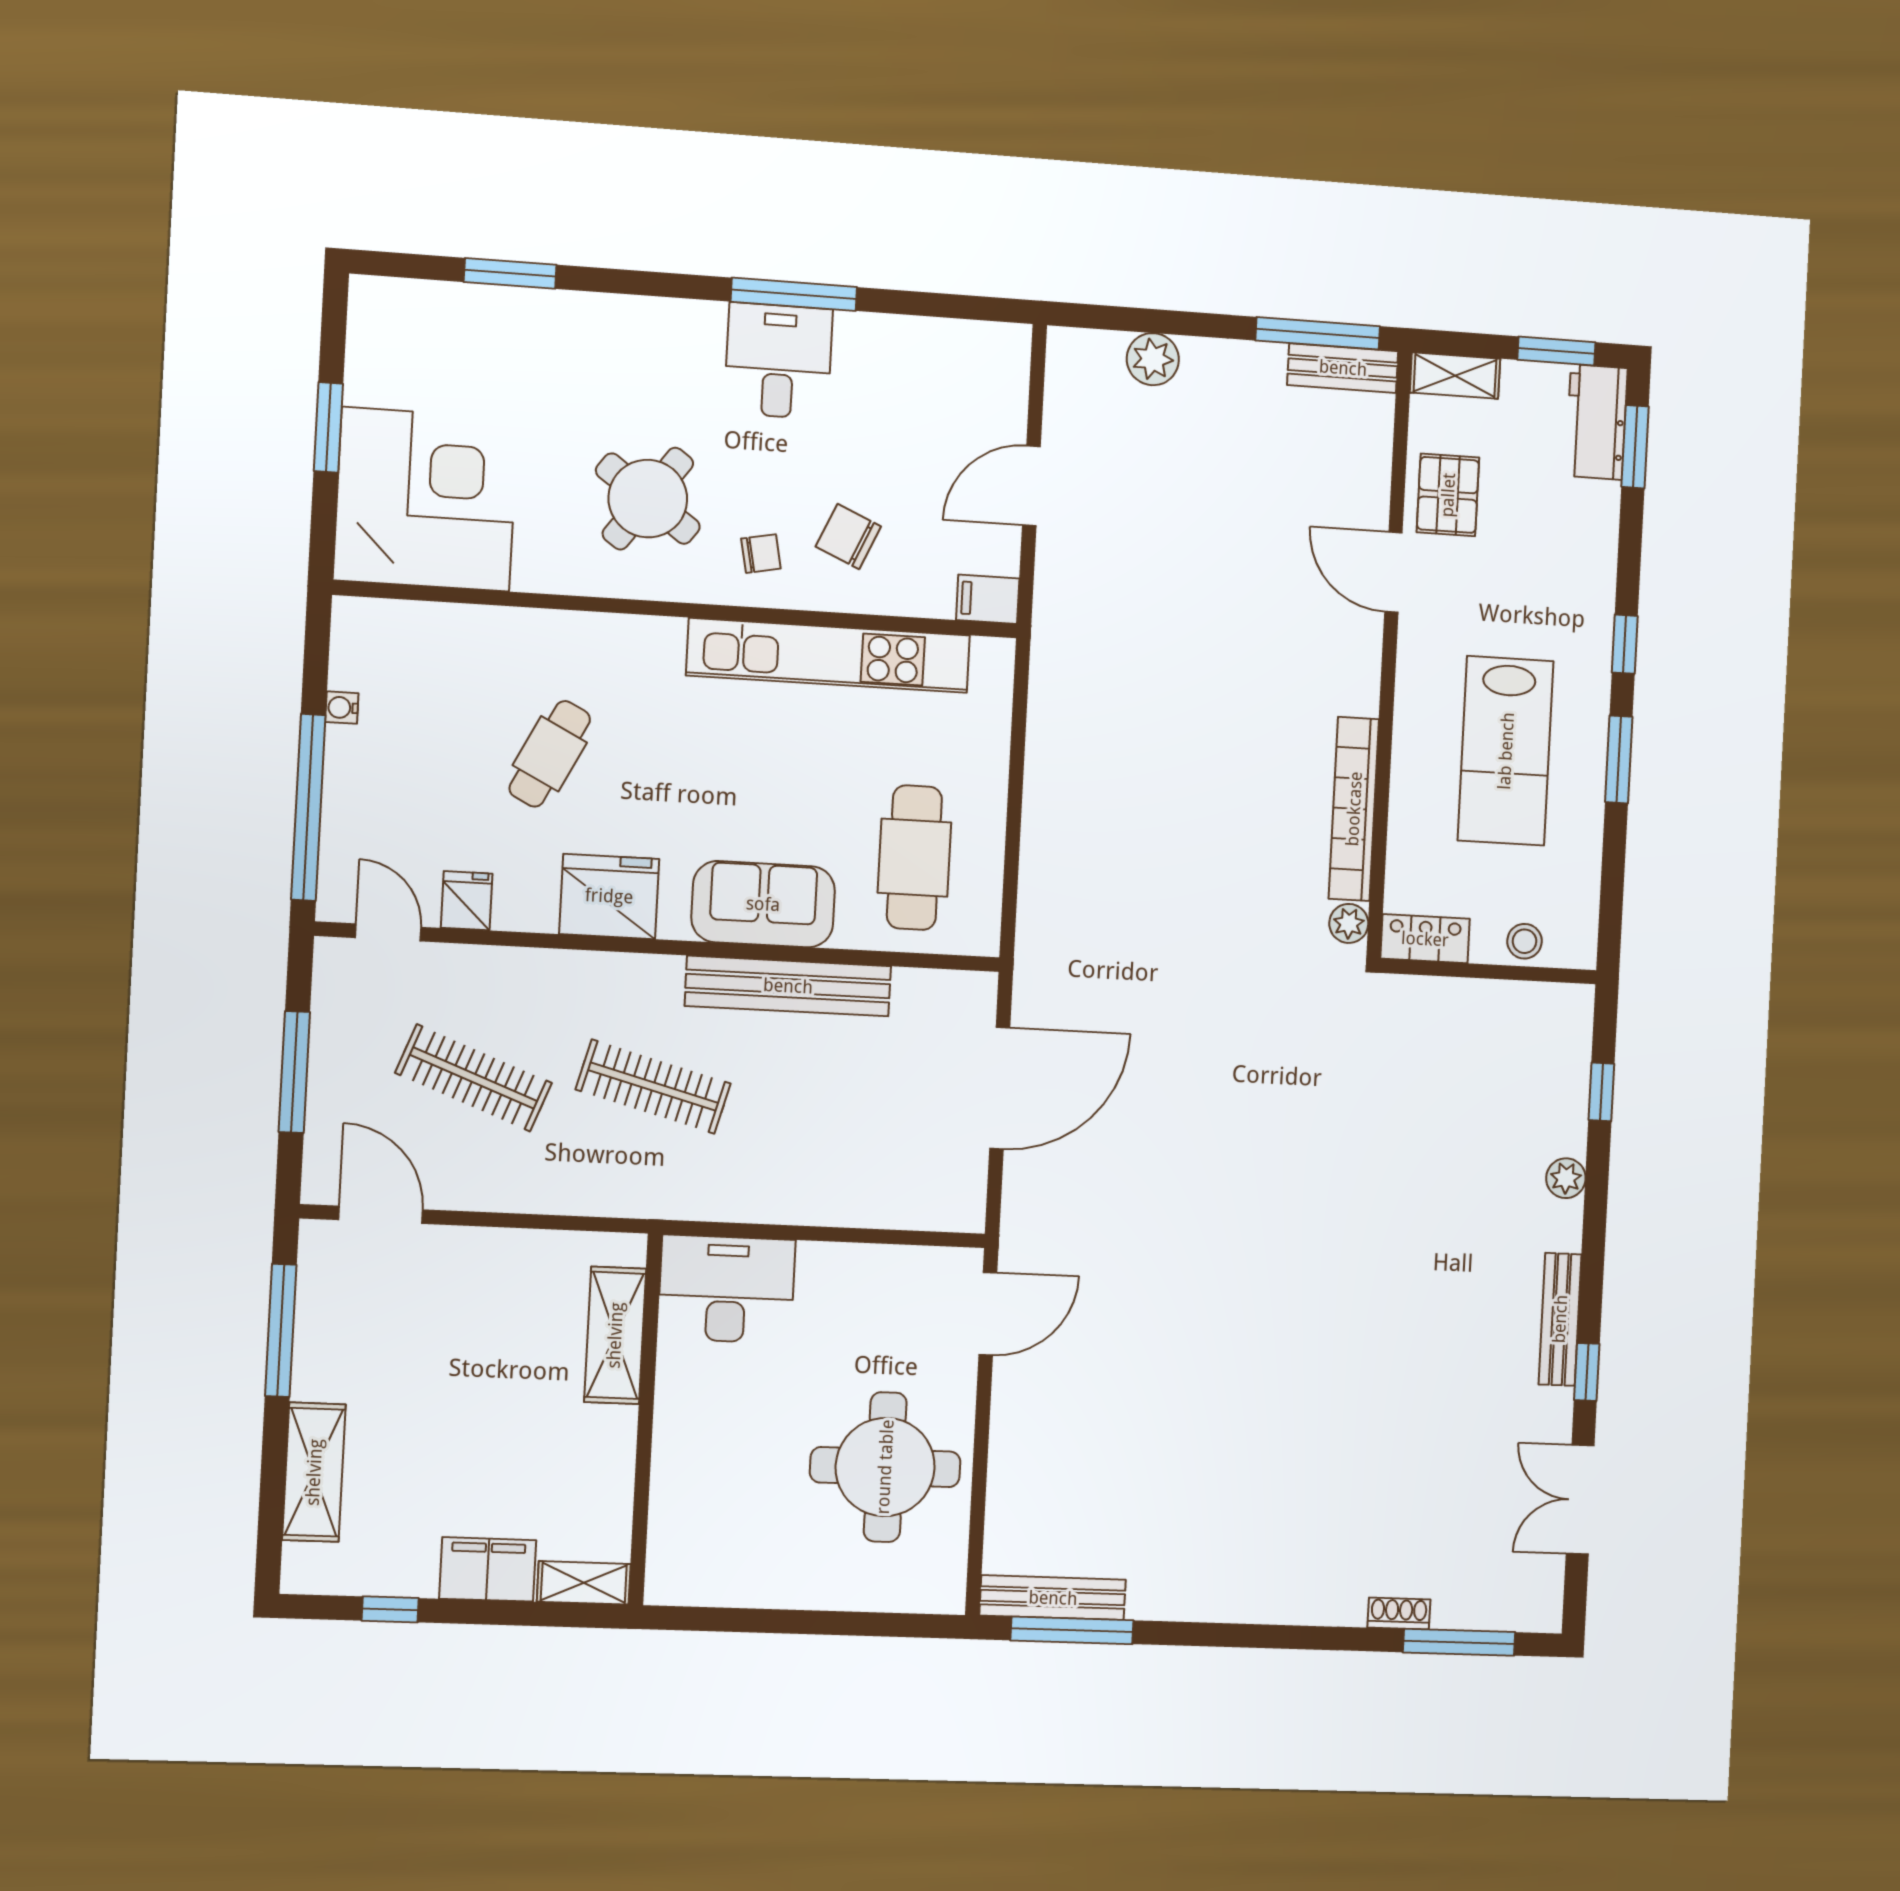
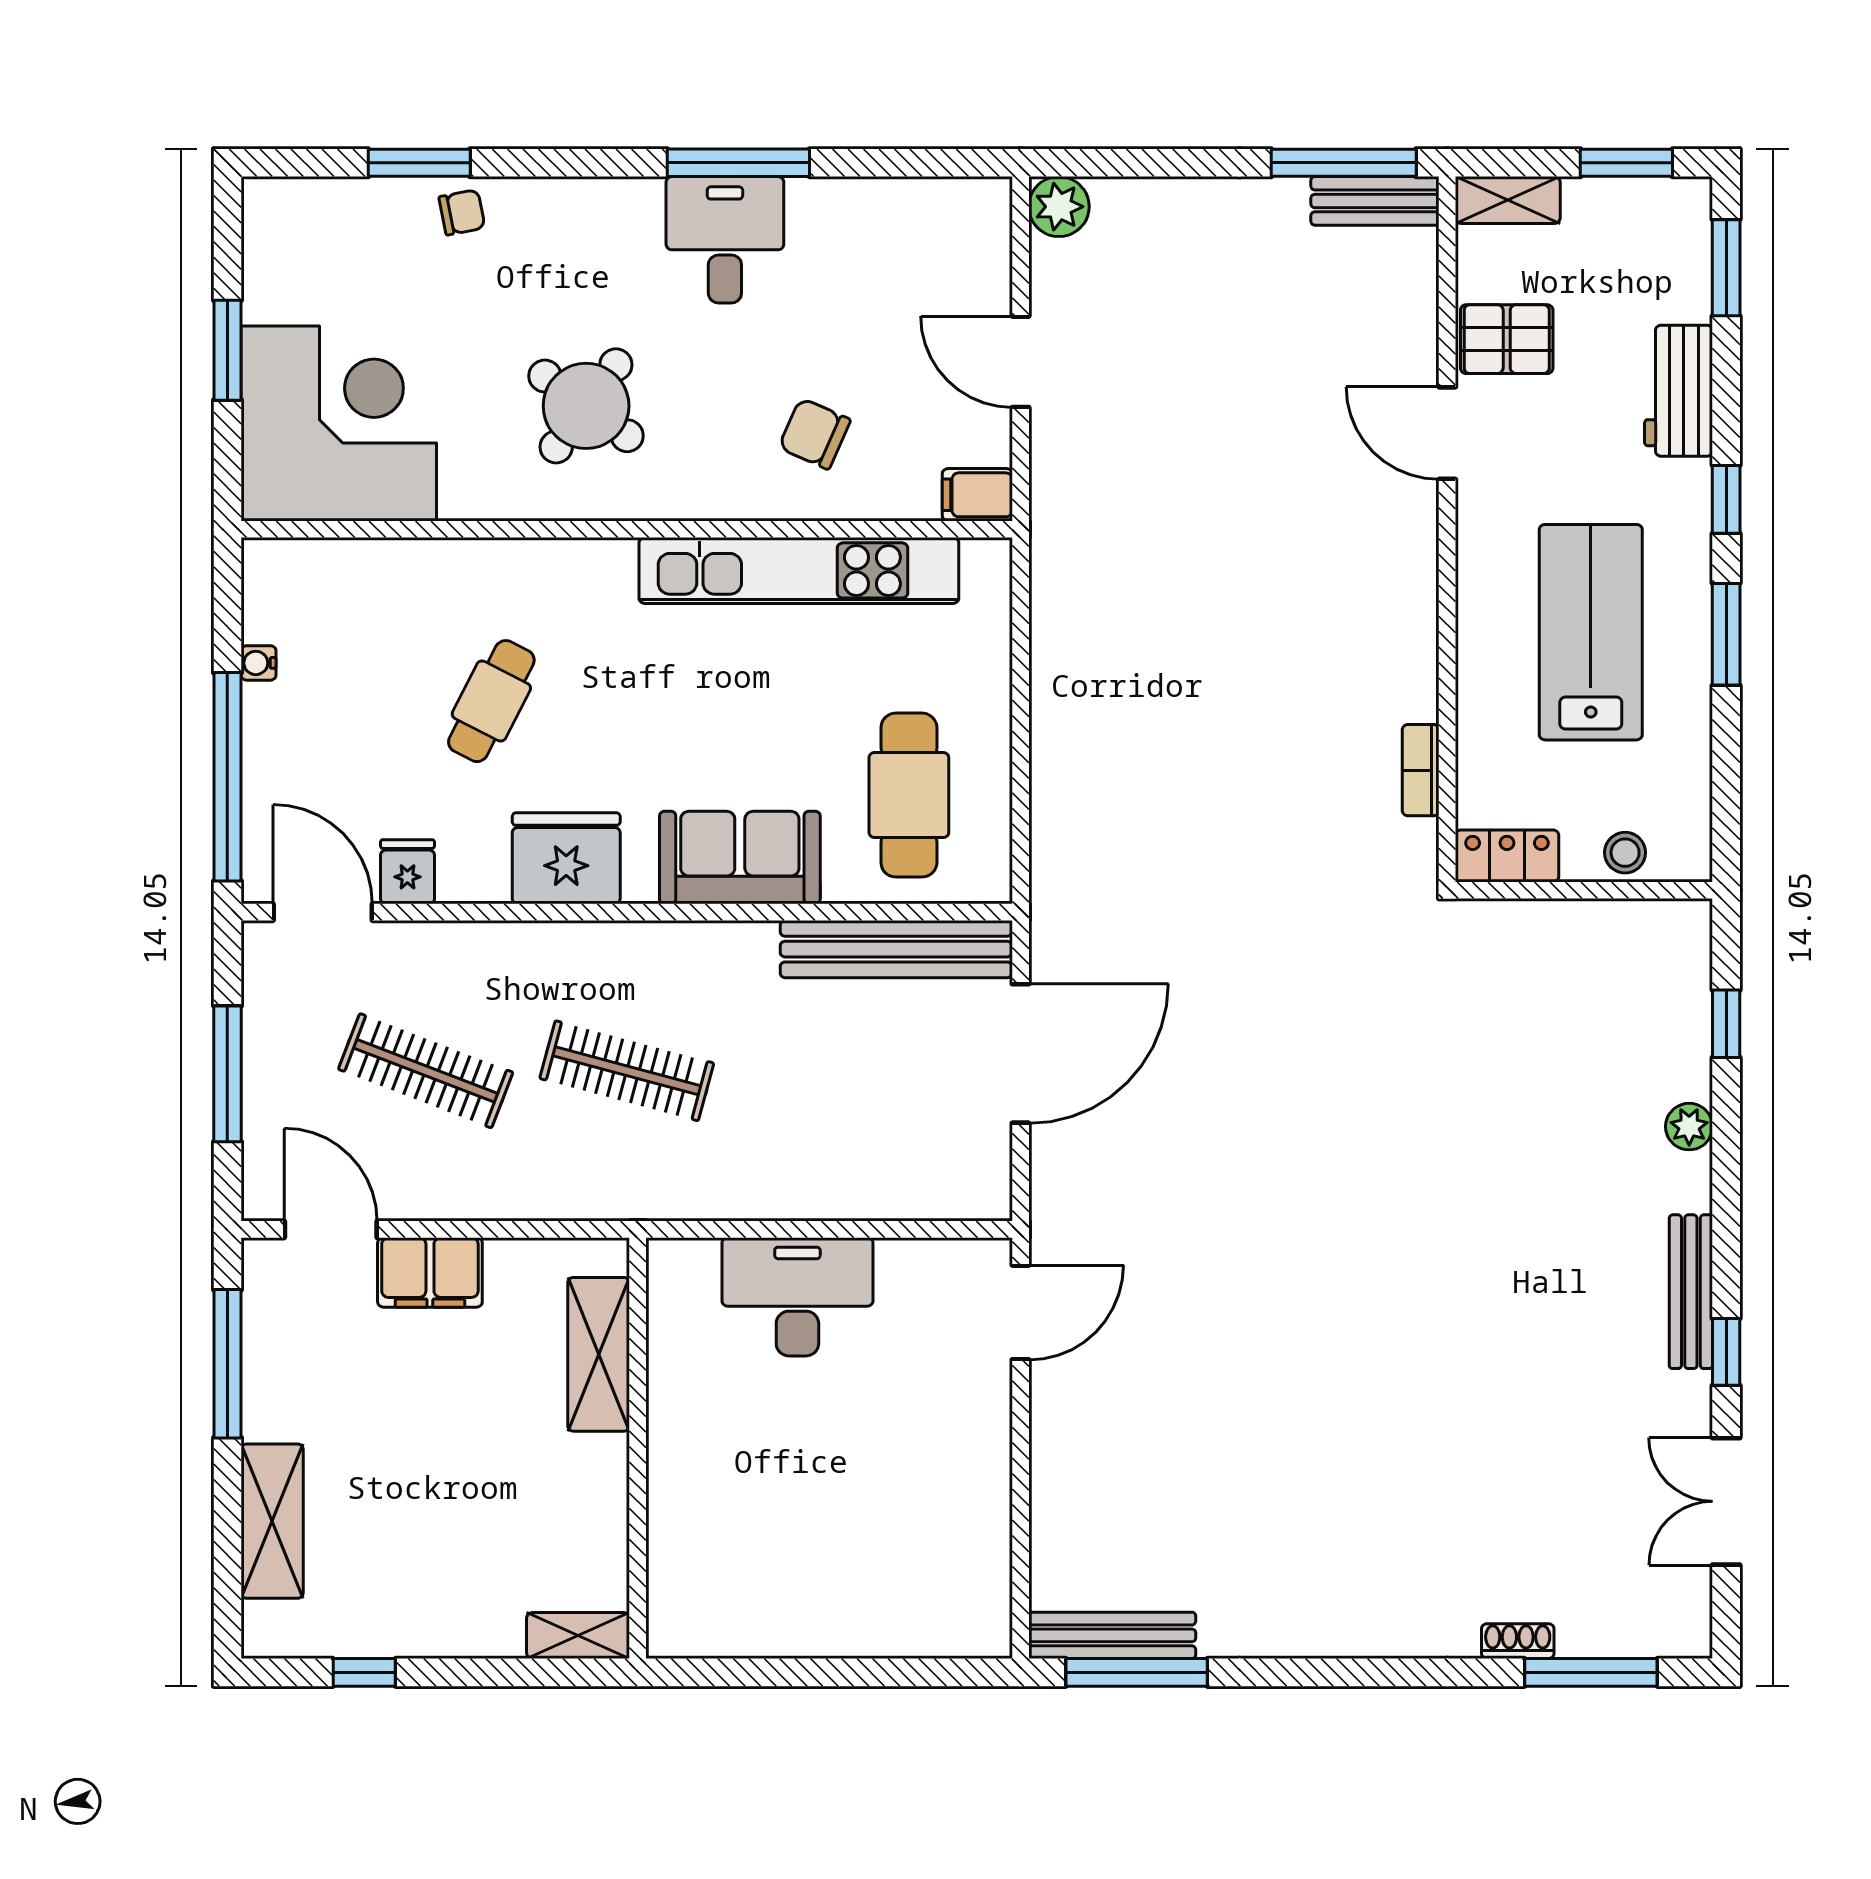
plant: (1153, 359) -> (1059, 207), moved
workbench: (1596, 422) -> (1679, 391), moved
door: (1031, 486) -> (1021, 362), hinge flipped
pallet: (1448, 495) -> (1507, 339), turned 90
chair: (761, 554) -> (462, 212), moved
lab bench: (1506, 751) -> (1591, 632), turned 180
bookcase: (1354, 809) -> (1421, 770), width x0.43, depth x0.76
plant: (1349, 923) -> (1416, 843), removed
door: (388, 932) -> (323, 912), width x1.38
bench: (788, 986) -> (896, 949), moved
desk: (727, 1289) -> (797, 1297), moved
round table: (885, 1467) -> (912, 1492), removed
filing cabinet: (488, 1569) -> (430, 1272), moved, turned 180

